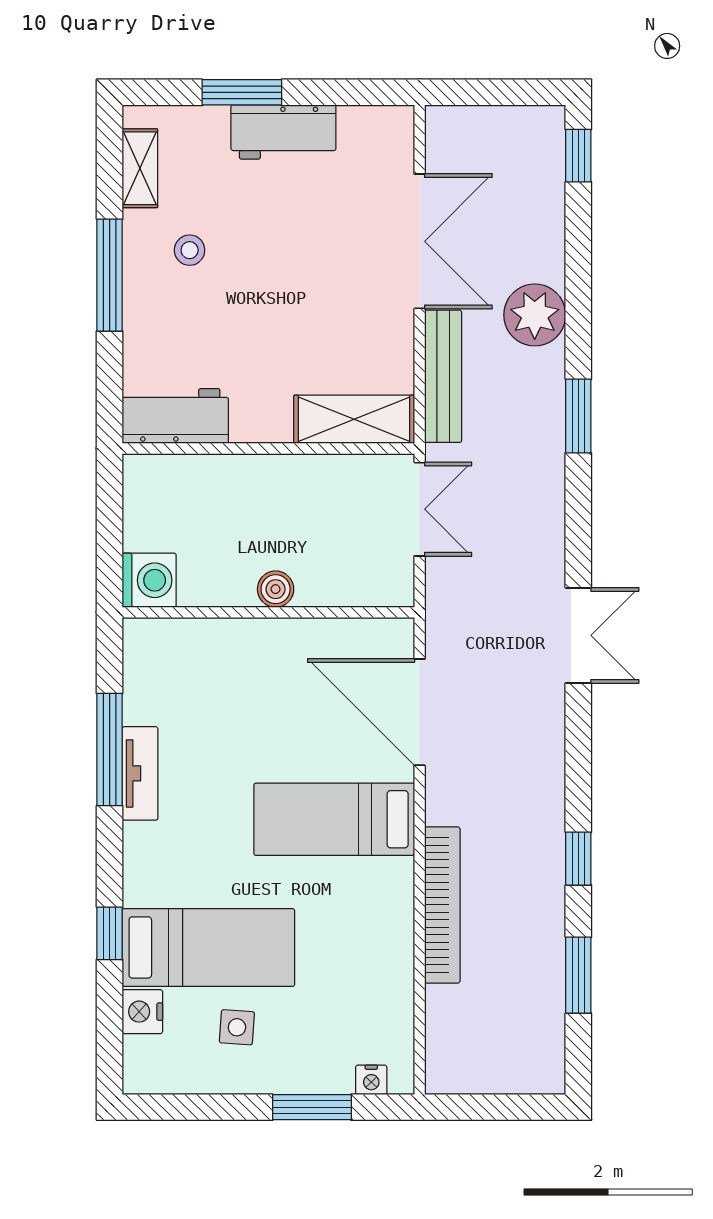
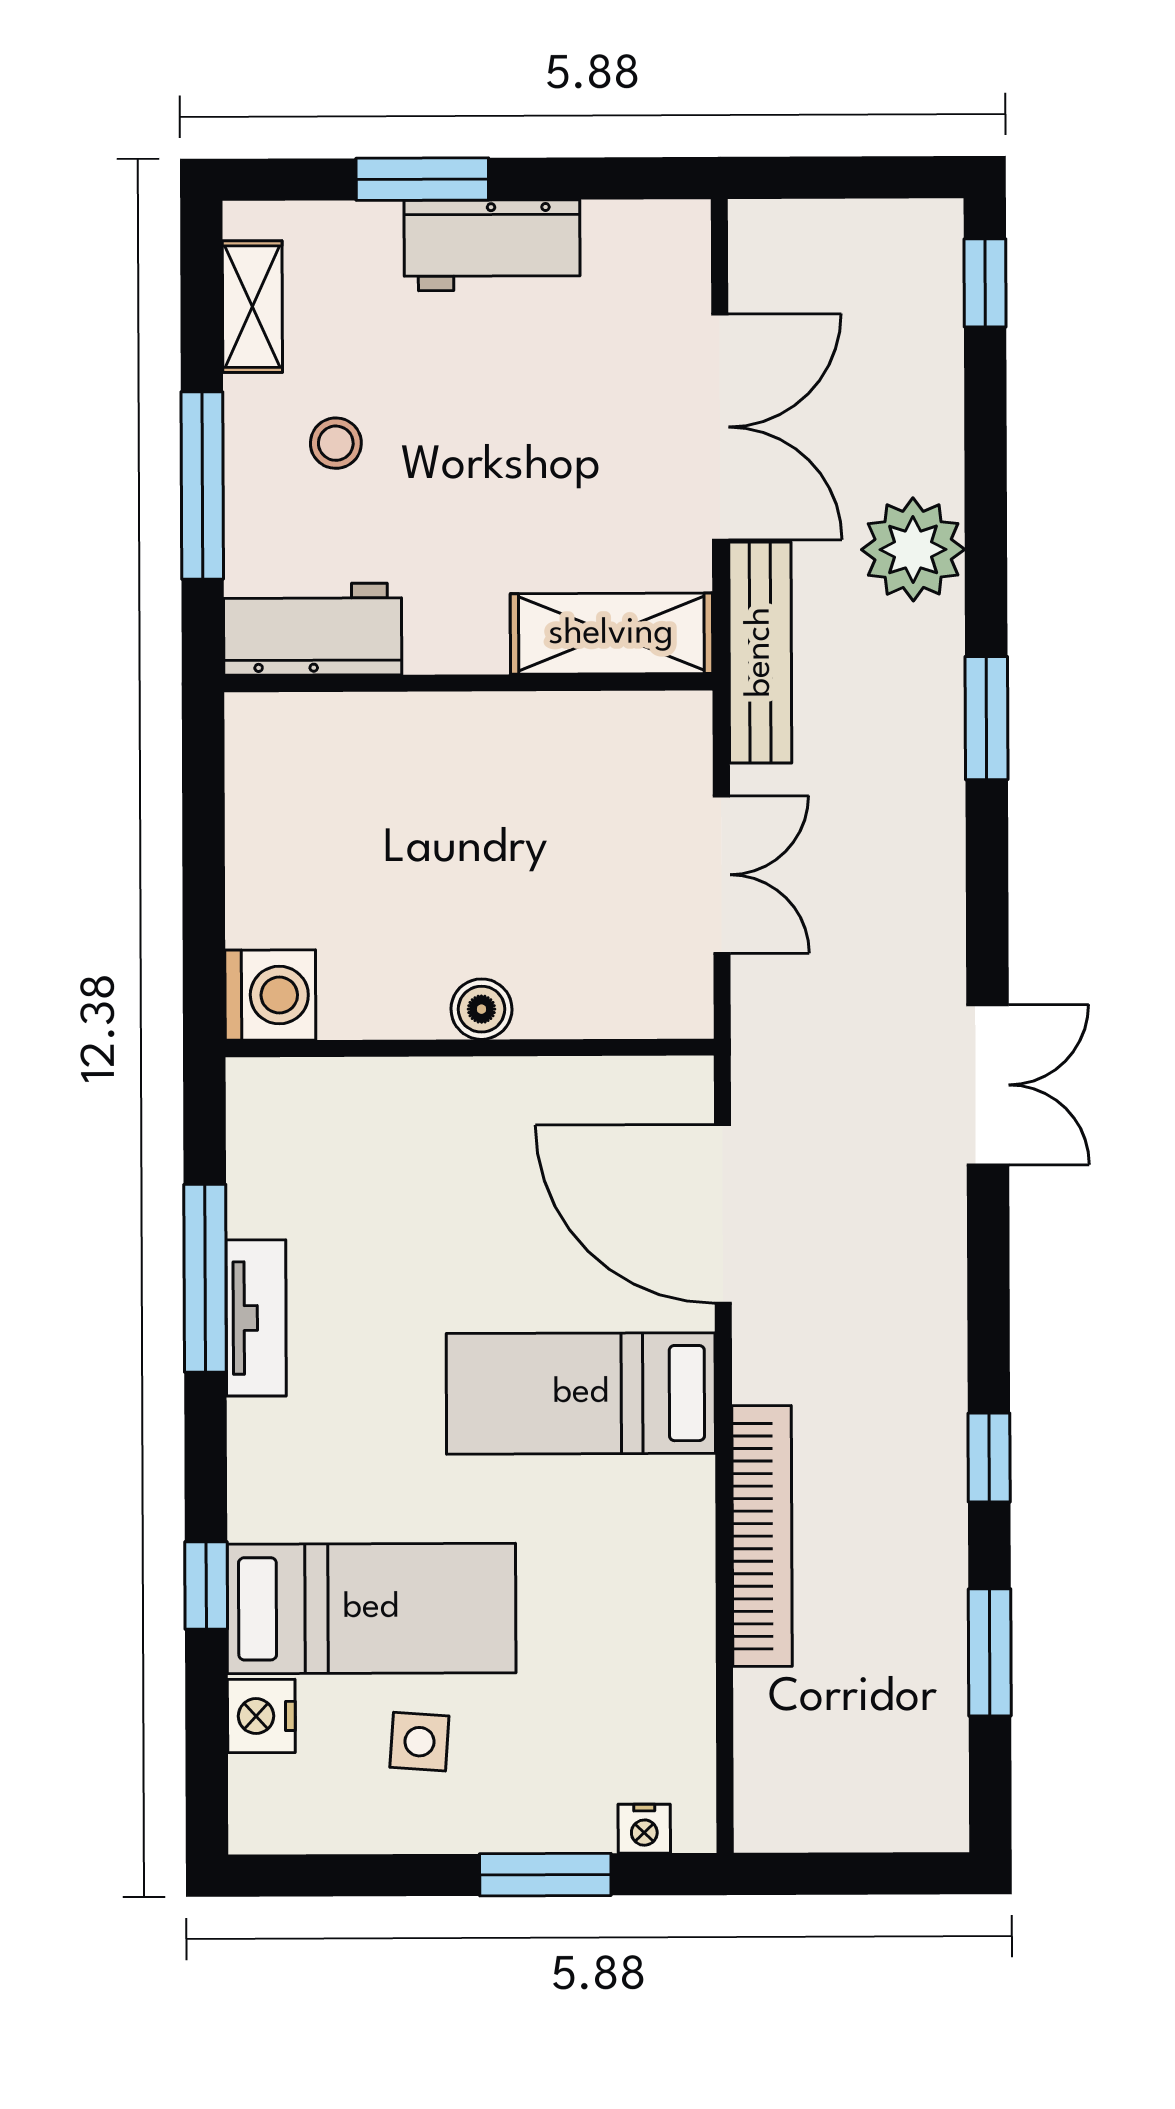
workbench: (175, 416) -> (313, 629), moved
shelving: (354, 419) -> (611, 634), moved
wall: (268, 449) -> (468, 683), moved

